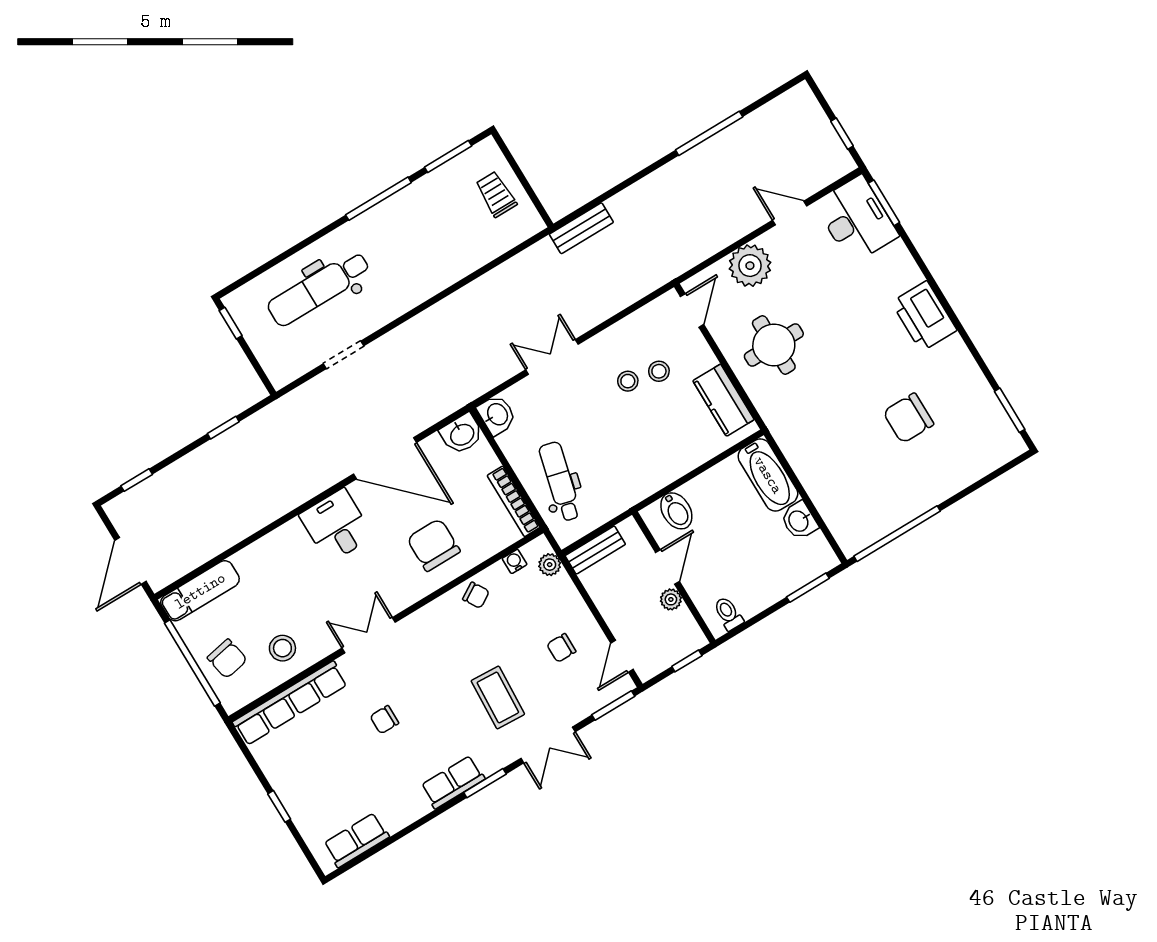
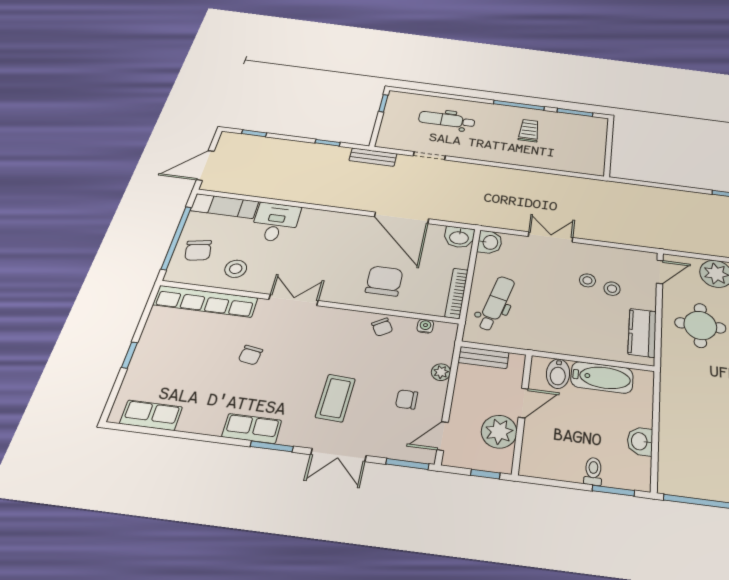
trolley: (496, 194) -> (529, 131), moved
bench: (581, 228) -> (373, 157), moved
dental chair: (319, 288) -> (447, 120), width x0.73, depth x0.72
bathtub: (768, 475) -> (602, 377), moved, turned -90
desk: (336, 526) -> (275, 222), moved
plant: (550, 565) -> (441, 372), moved
plant: (671, 599) -> (499, 432), width x1.88, depth x1.88
toilet: (728, 613) -> (593, 471), moved
chair: (384, 720) -> (250, 355), turned -81

